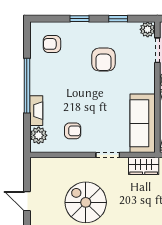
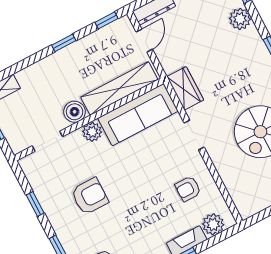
plant: (148, 29) -> (92, 132), moved
armchair: (73, 131) -> (188, 189), turned -90

